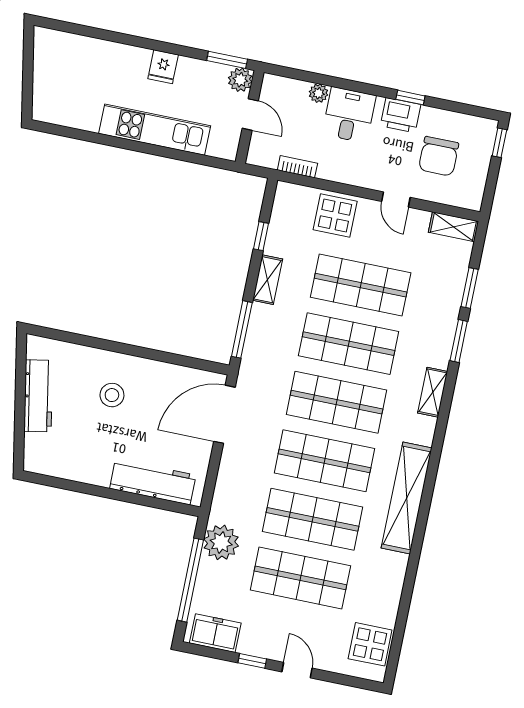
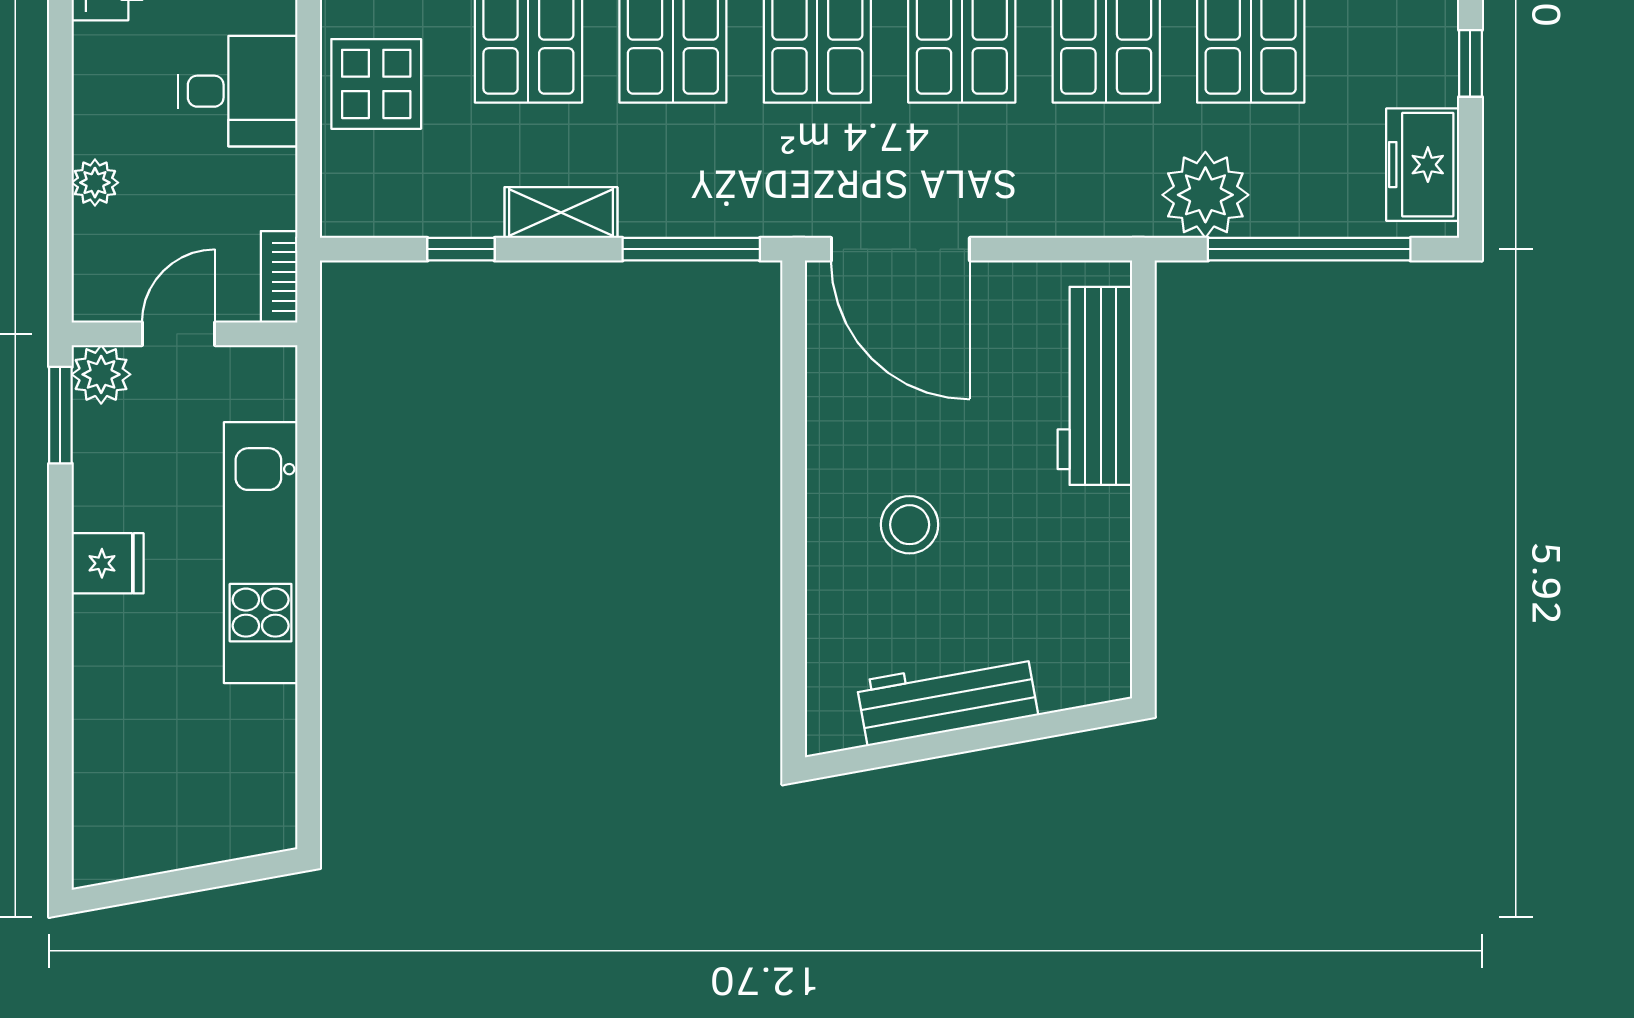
desk: (349, 115) -> (238, 91), moved, turned 180
bookcase: (297, 167) -> (279, 277), moved

